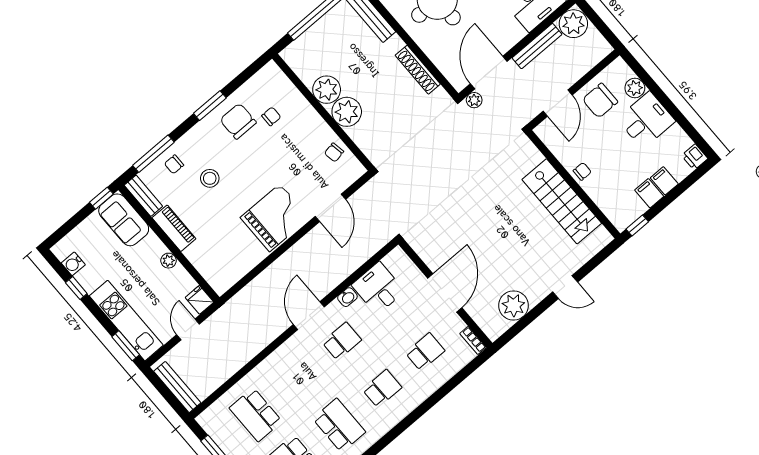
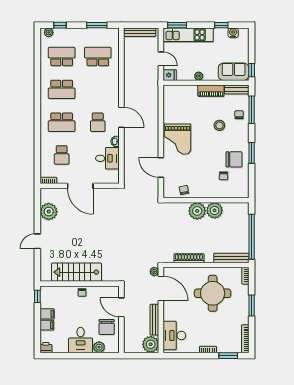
chair: (600, 101) -> (107, 327), turned 180
school desk: (382, 389) -> (62, 122), width x1.85

